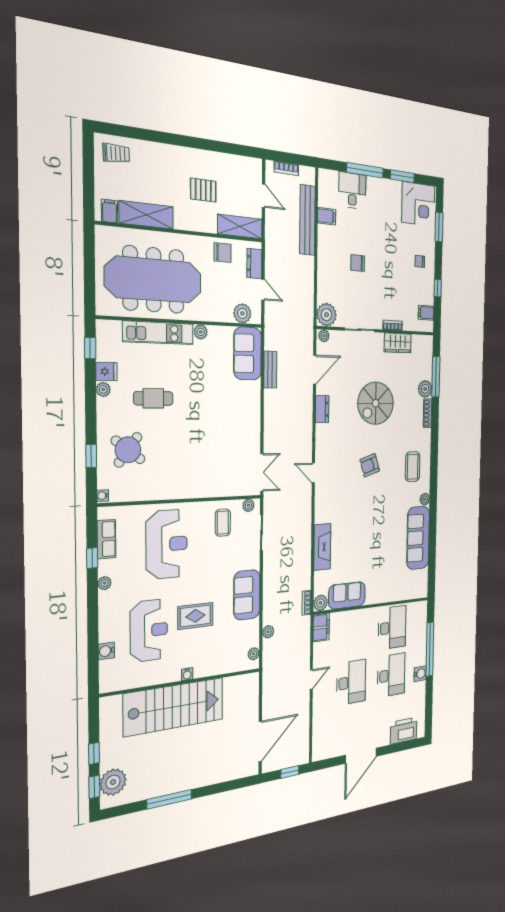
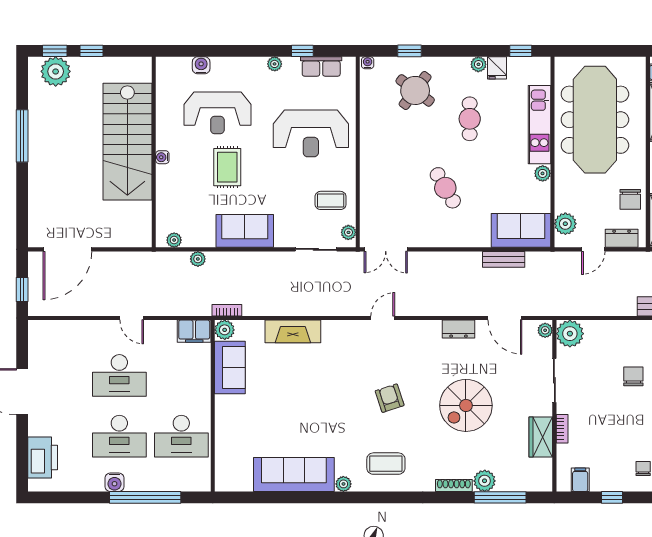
spiral stairs: (376, 403) -> (466, 405), turned -90
cafe table: (213, 421) -> (445, 188), added
door: (260, 741) -> (67, 249), hinge flipped

